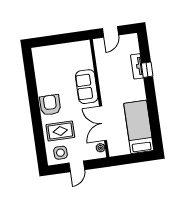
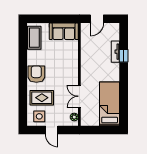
coffee table: (42, 64) -> (34, 38), added
sofa: (87, 87) -> (64, 31), moved, turned -90
double door: (103, 123) -> (79, 96), width x0.73
door: (77, 166) -> (52, 130), hinge flipped

